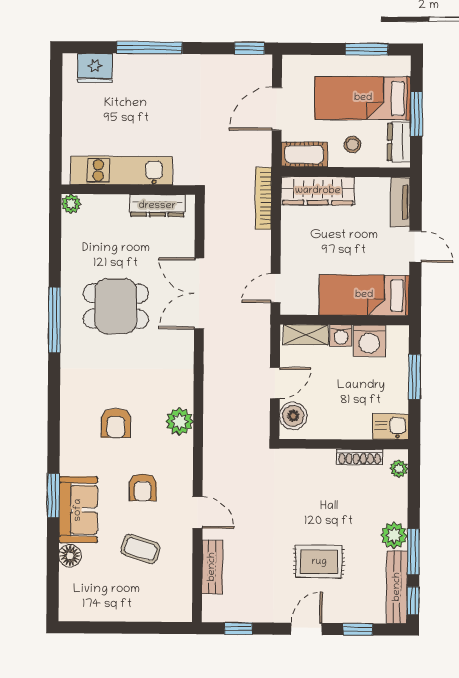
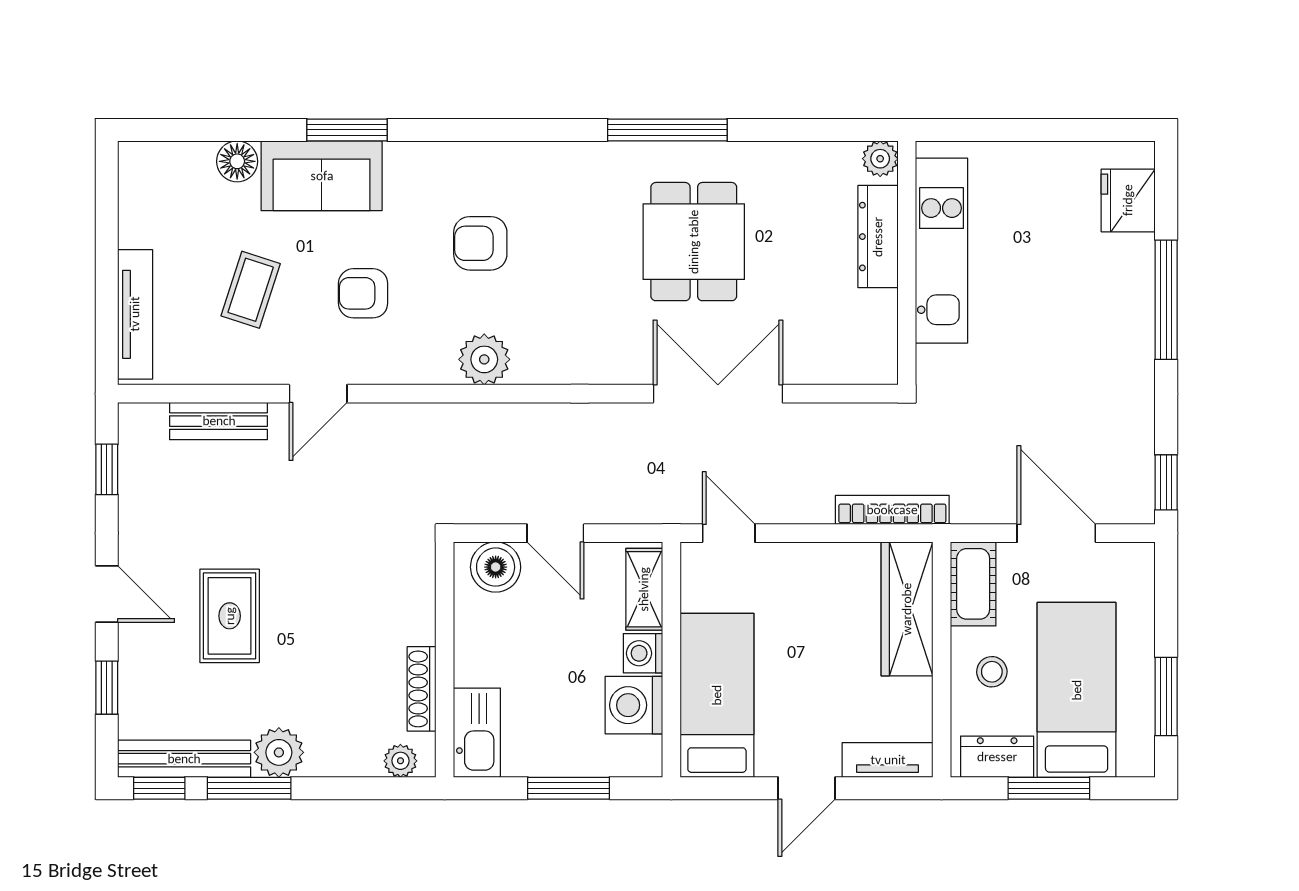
dresser: (157, 206) -> (878, 237), moved
kitchen sink: (391, 427) -> (477, 733), width x1.38
tv unit: (153, 612) -> (135, 314), added

